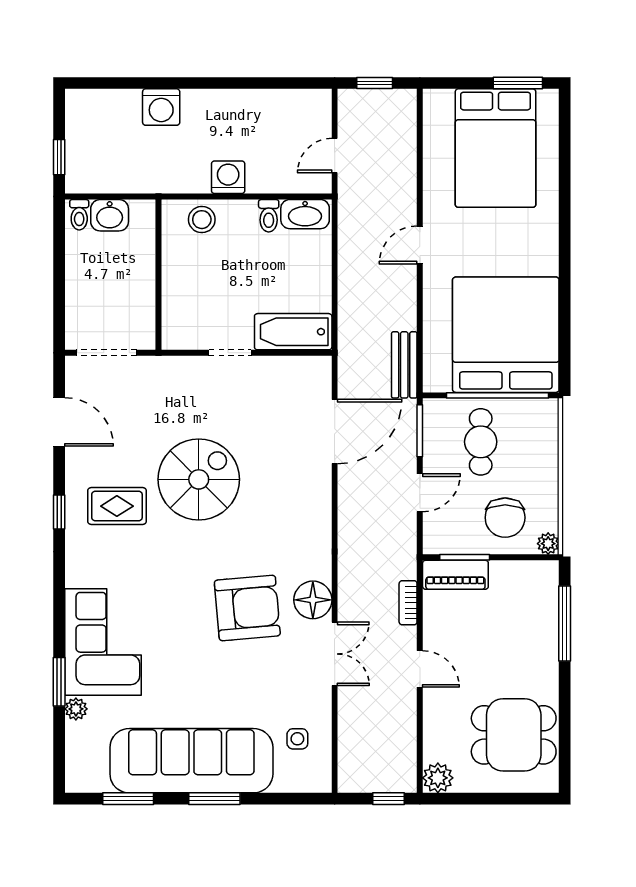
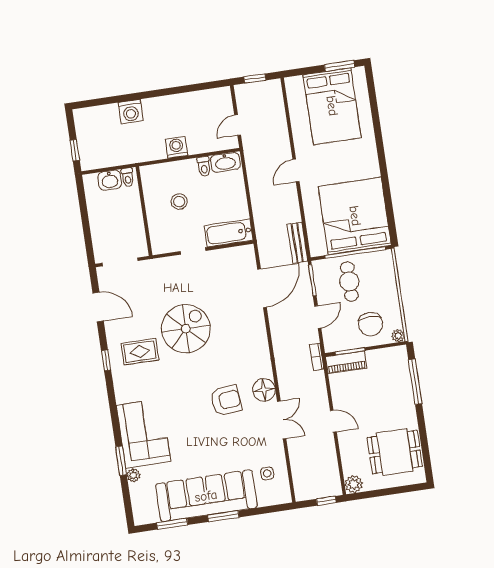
toilet: (79, 215) -> (128, 177), moved
stool: (202, 220) -> (179, 202), moved
bookcase: (408, 603) -> (317, 357), moved
armchair: (247, 608) -> (226, 400), width x0.73, depth x0.73

